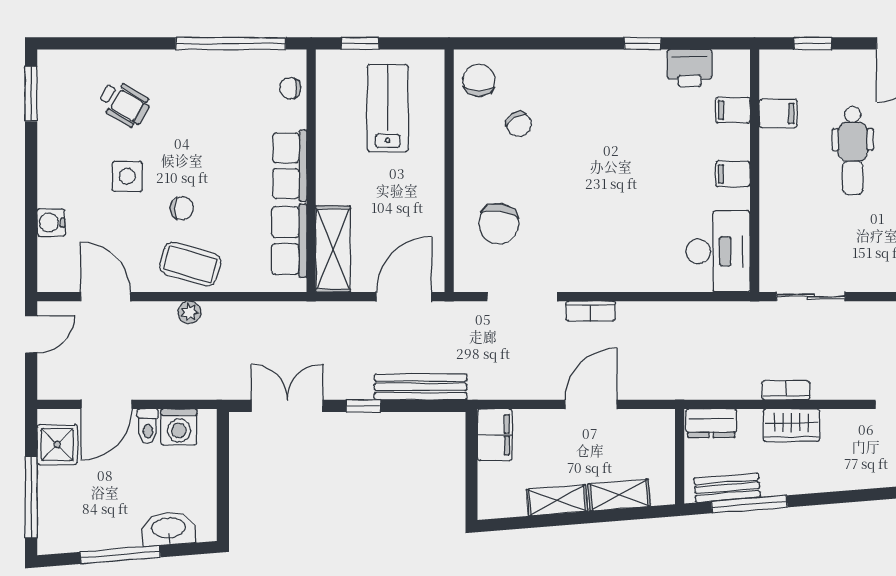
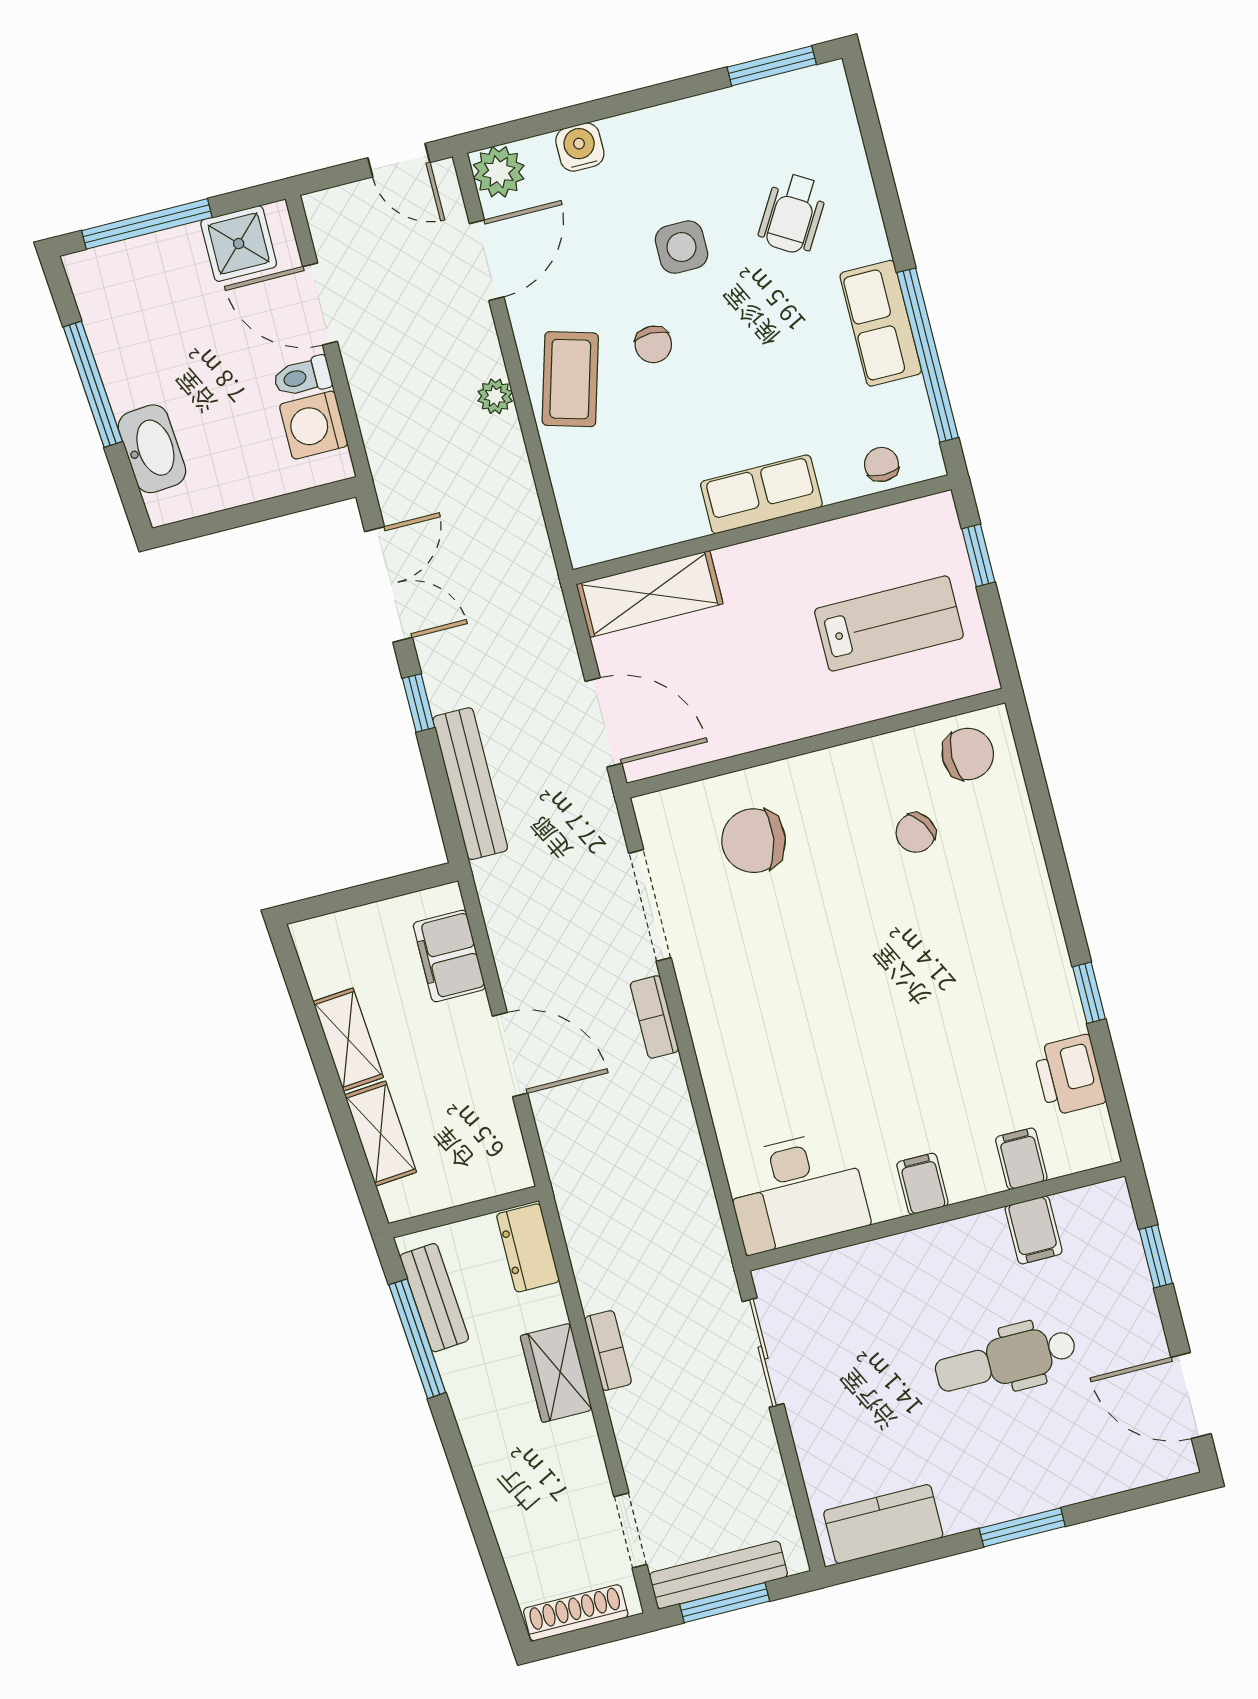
row of seats: (289, 241) -> (881, 323), moved, turned -90
plant: (54, 276) -> (499, 172), added
filing cabinet: (495, 435) -> (449, 956), moved, turned 90

